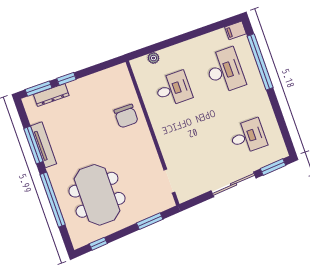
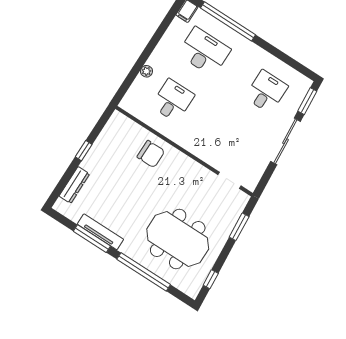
plant: (153, 58) -> (146, 71), moved
window: (66, 79) -> (84, 151), moved
window: (39, 89) -> (60, 188), removed

